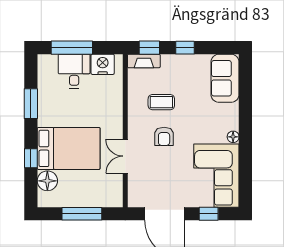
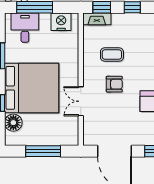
desk: (74, 71) -> (25, 28), moved
armchair: (164, 136) -> (114, 84), turned -90
bed: (69, 148) -> (32, 88), width x1.36

